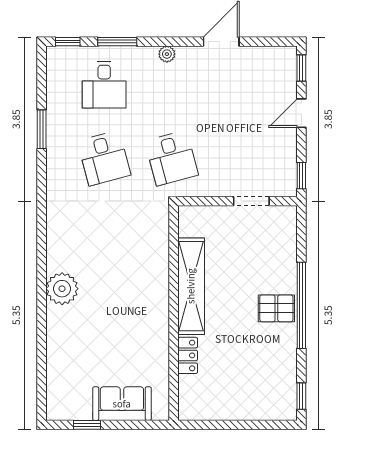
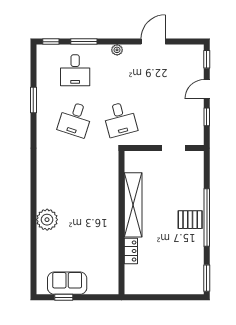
desk: (104, 158) -> (75, 119), turned 33
window: (301, 176) -> (207, 117), moved
plant: (62, 289) -> (47, 220), moved
window: (301, 396) -> (207, 278), width x1.50
sofa: (122, 404) -> (67, 283), moved

